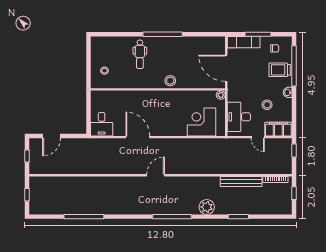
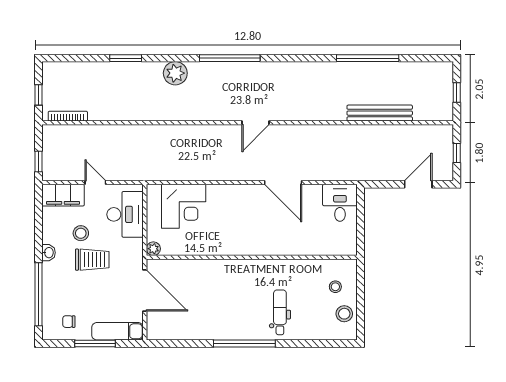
trolley: (280, 70) -> (92, 260), moved
stool: (170, 81) -> (344, 314), moved
bench: (241, 182) -> (380, 113), moved

